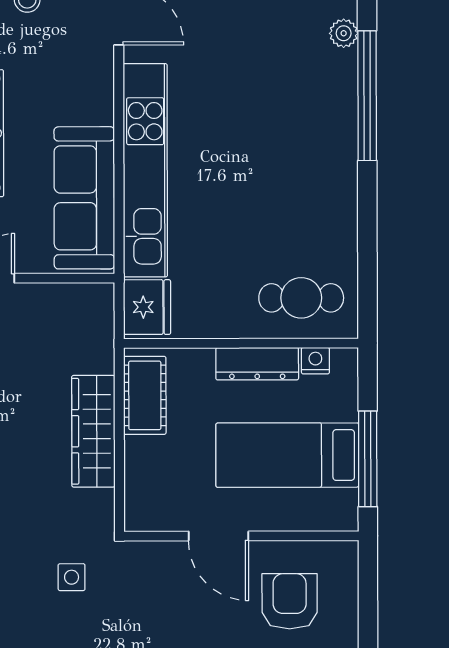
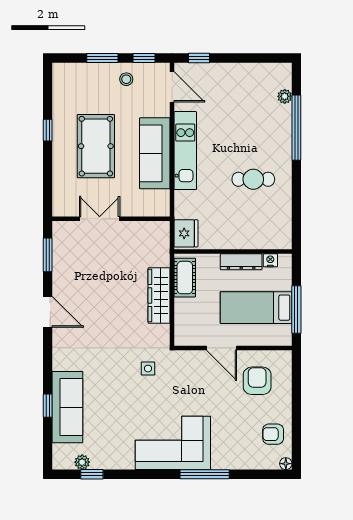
kitchen unit: (145, 170) -> (185, 151), width x0.73
sofa: (84, 198) -> (155, 153), moved
cafe table: (301, 298) -> (253, 179), moved

